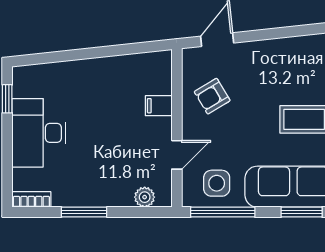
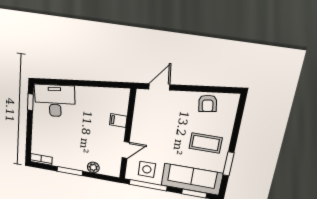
armchair: (212, 96) -> (208, 103), moved, turned -68
desk: (39, 133) -> (55, 101), moved, turned 84
plant: (145, 197) -> (93, 167), moved

